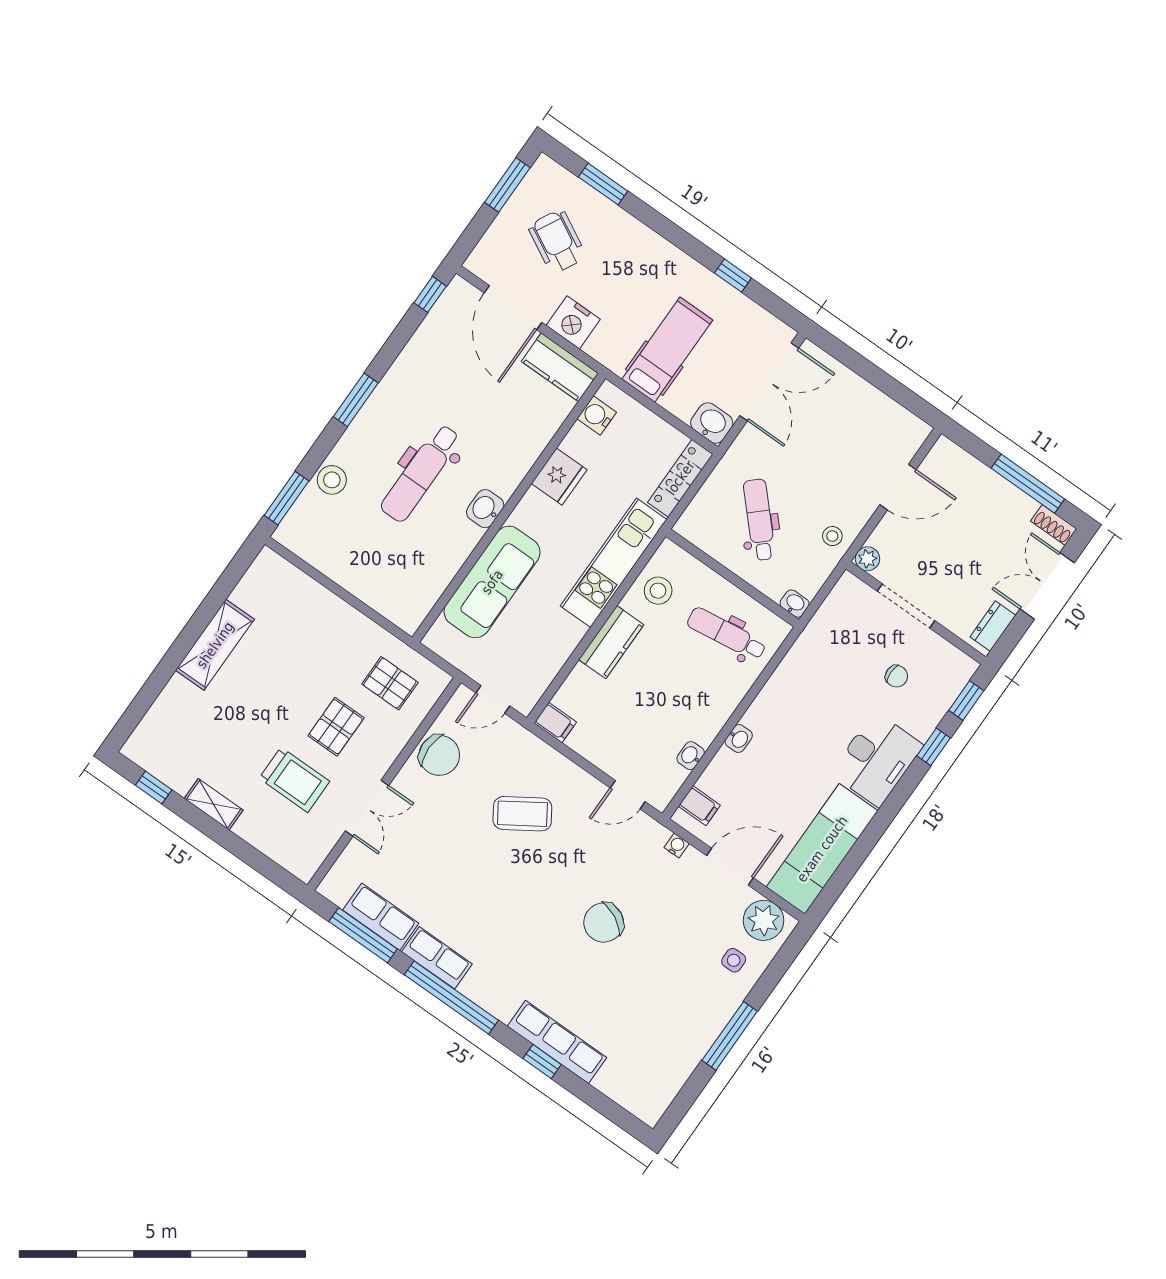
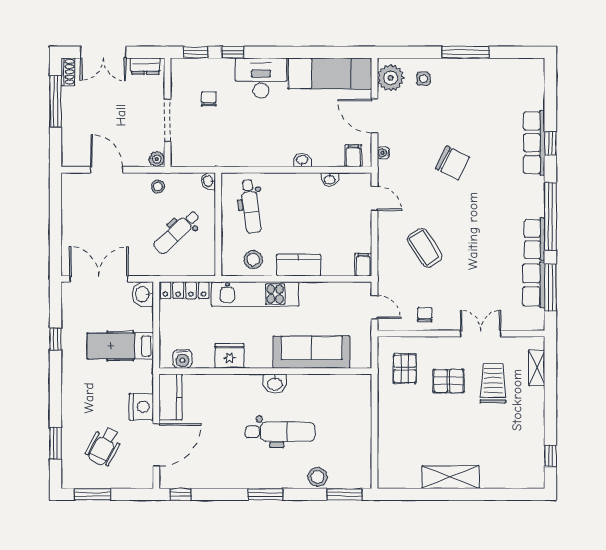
chair: (439, 755) -> (425, 315), width x0.54, depth x0.54
shelving: (214, 804) -> (537, 368), moved

